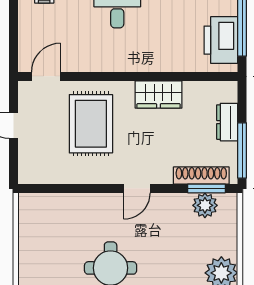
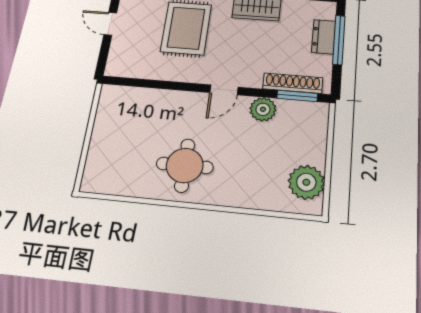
window: (242, 150) -> (339, 40), moved
plant: (205, 205) -> (263, 109), moved

